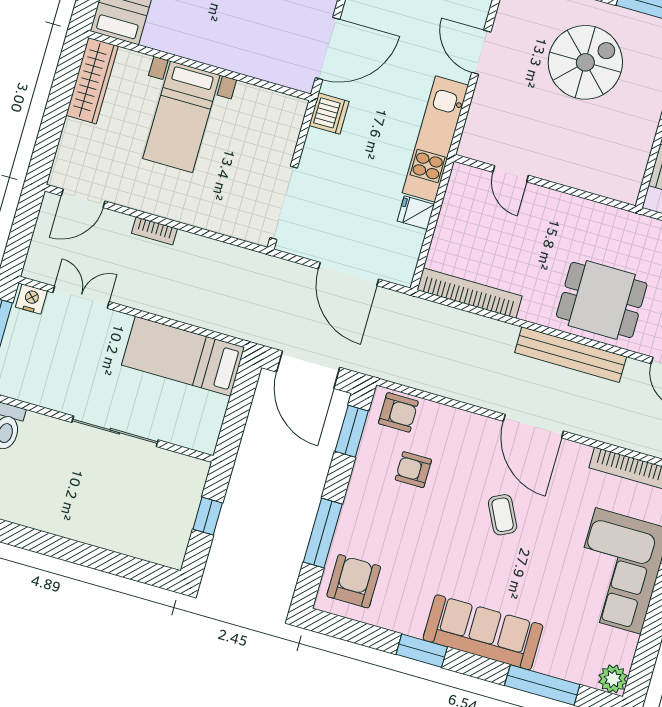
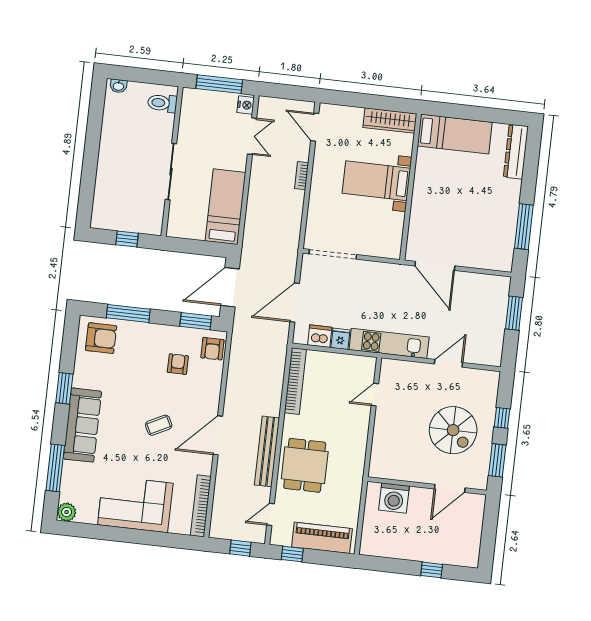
dishwasher: (329, 114) -> (320, 336), moved, turned 180

